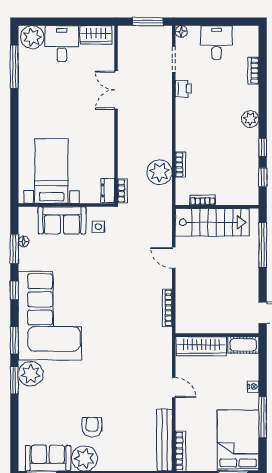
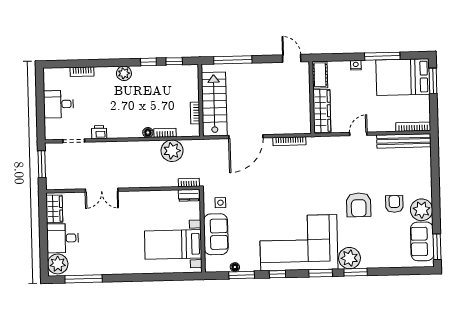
floor lamp: (181, 31) -> (148, 133), moved
door: (174, 258) -> (246, 137), width x1.88
armchair: (92, 386) -> (359, 205), added
armchair: (92, 427) -> (394, 204), turned 90

